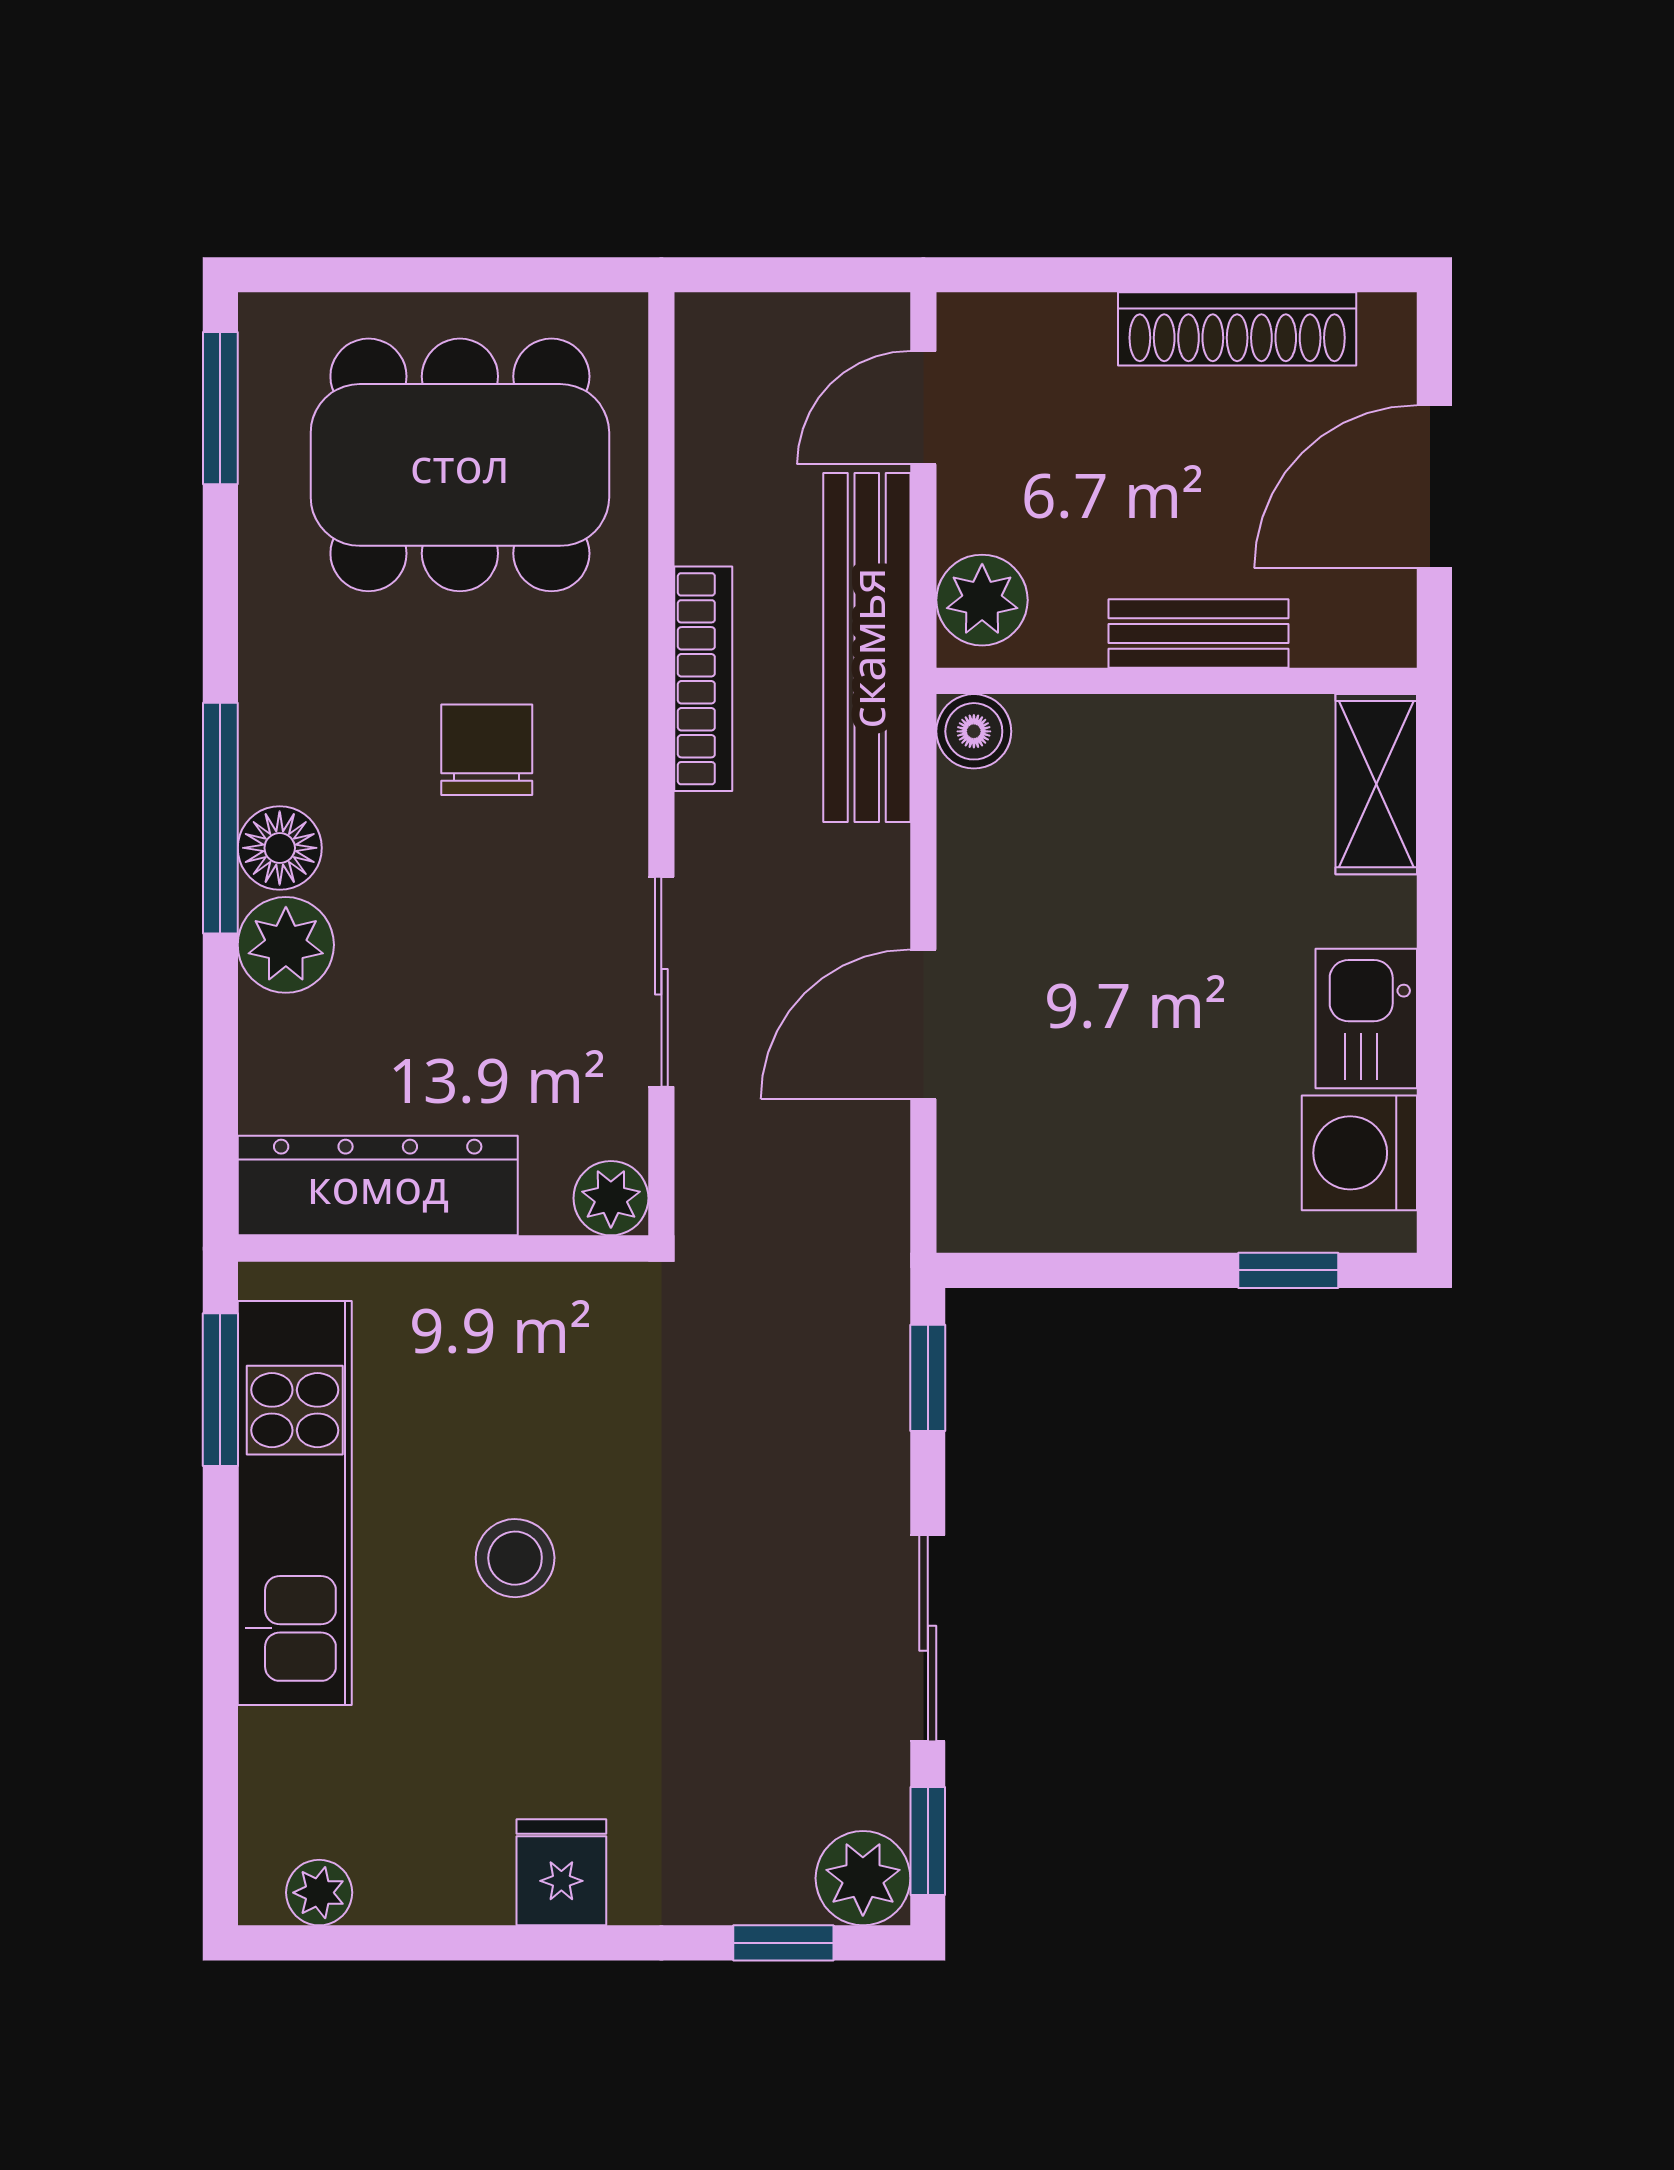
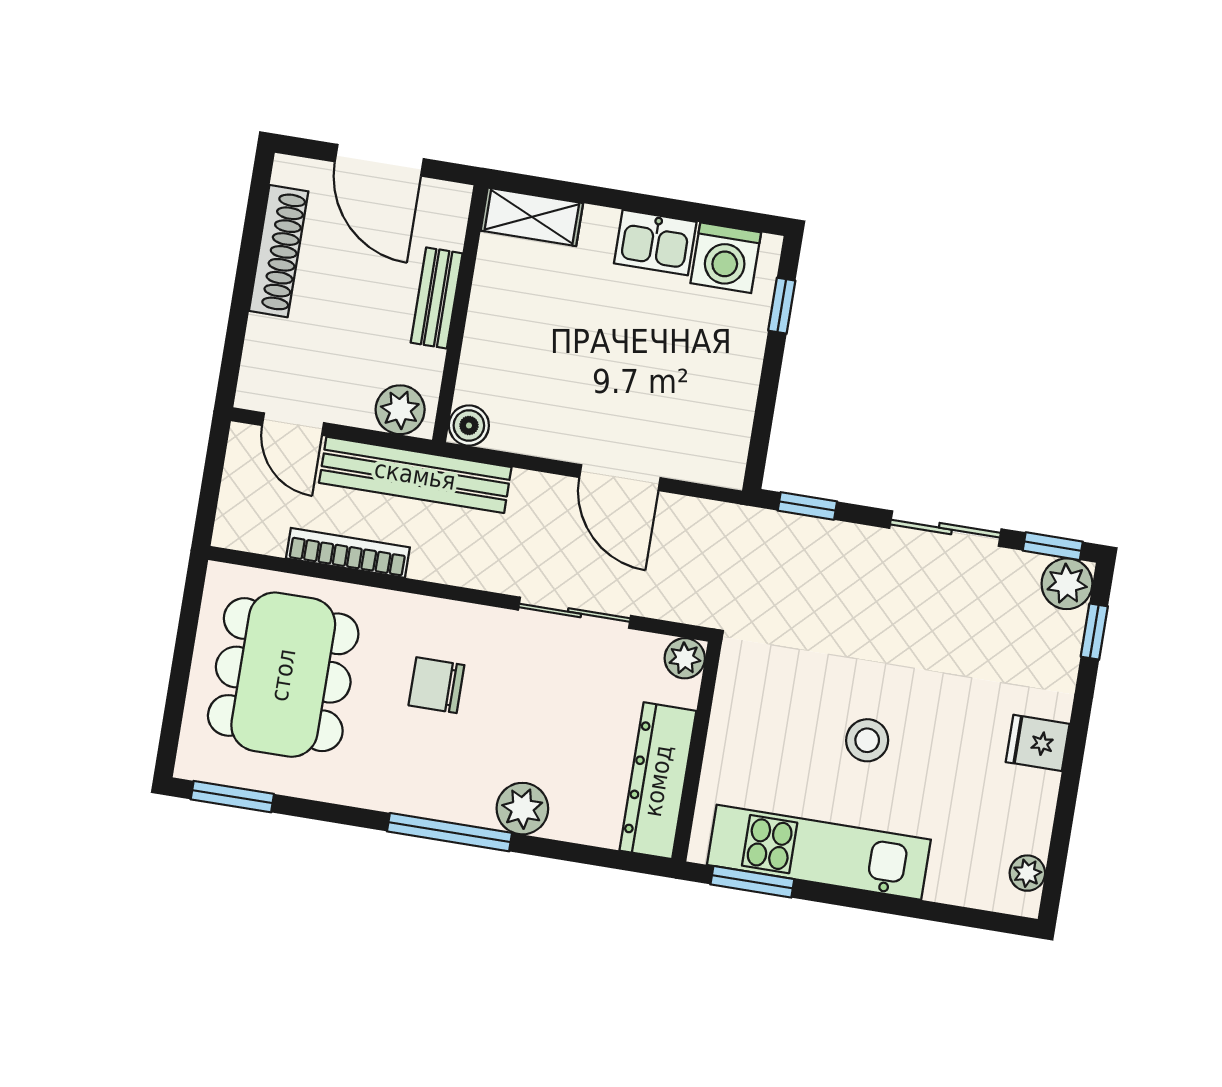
bookcase: (703, 679) -> (348, 553), moved
floor lamp: (280, 848) -> (471, 803), removed

